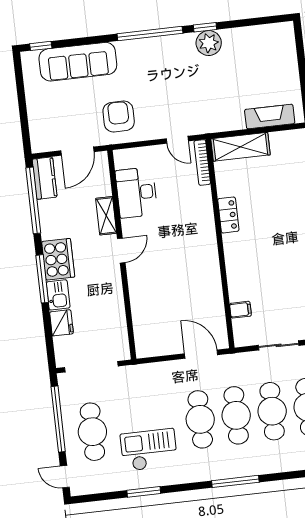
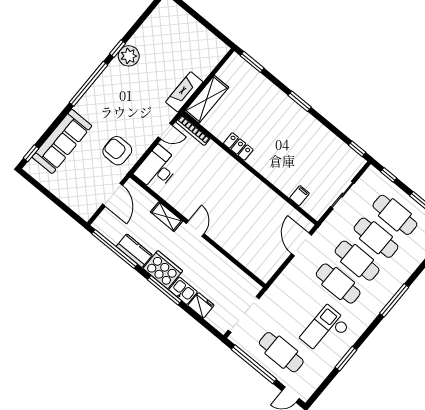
fireplace: (270, 117) -> (184, 92), moved
kitchen counter: (45, 178) -> (134, 251), moved
desk: (136, 193) -> (157, 169), moved, turned 90
door: (201, 354) -> (301, 244), hinge flipped

